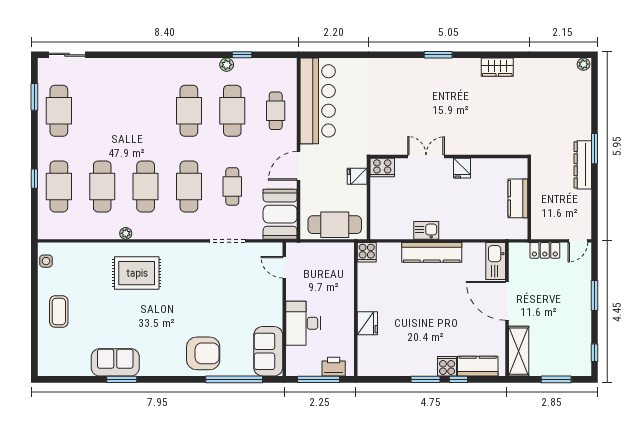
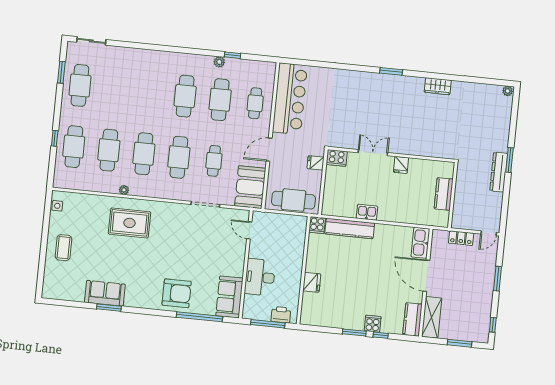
kitchen counter: (432, 252) -> (350, 228), moved
kitchen counter: (478, 366) -> (412, 319), moved, turned -90

